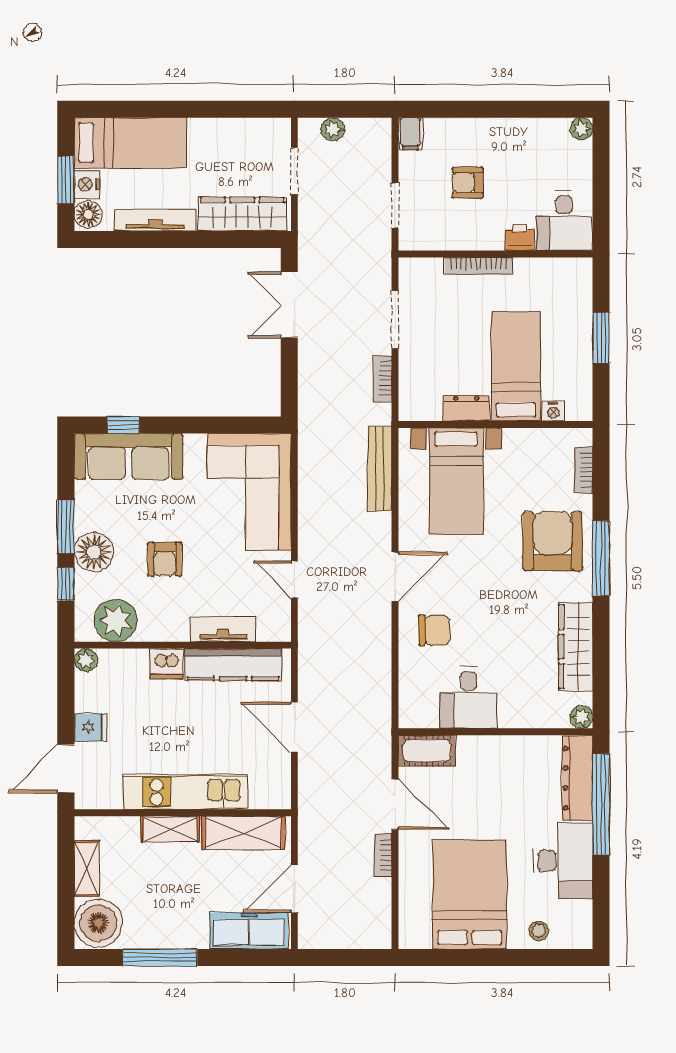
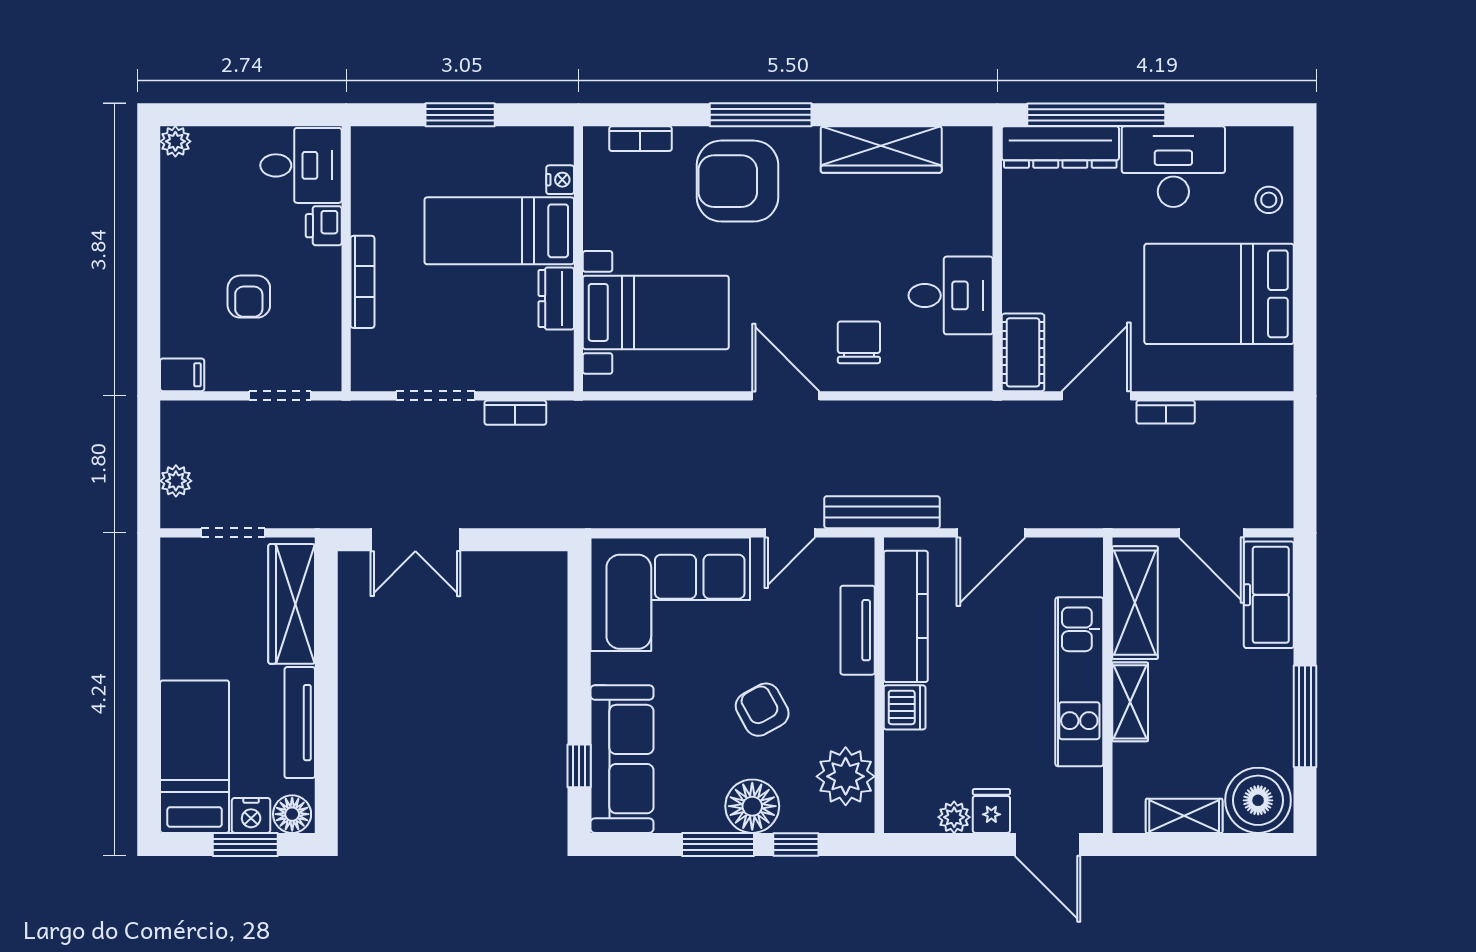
bench: (380, 468) -> (882, 512), moved
armchair: (165, 559) -> (762, 710), turned -119
plant: (86, 660) -> (954, 817), moved
plant: (581, 717) -> (977, 142), removed

